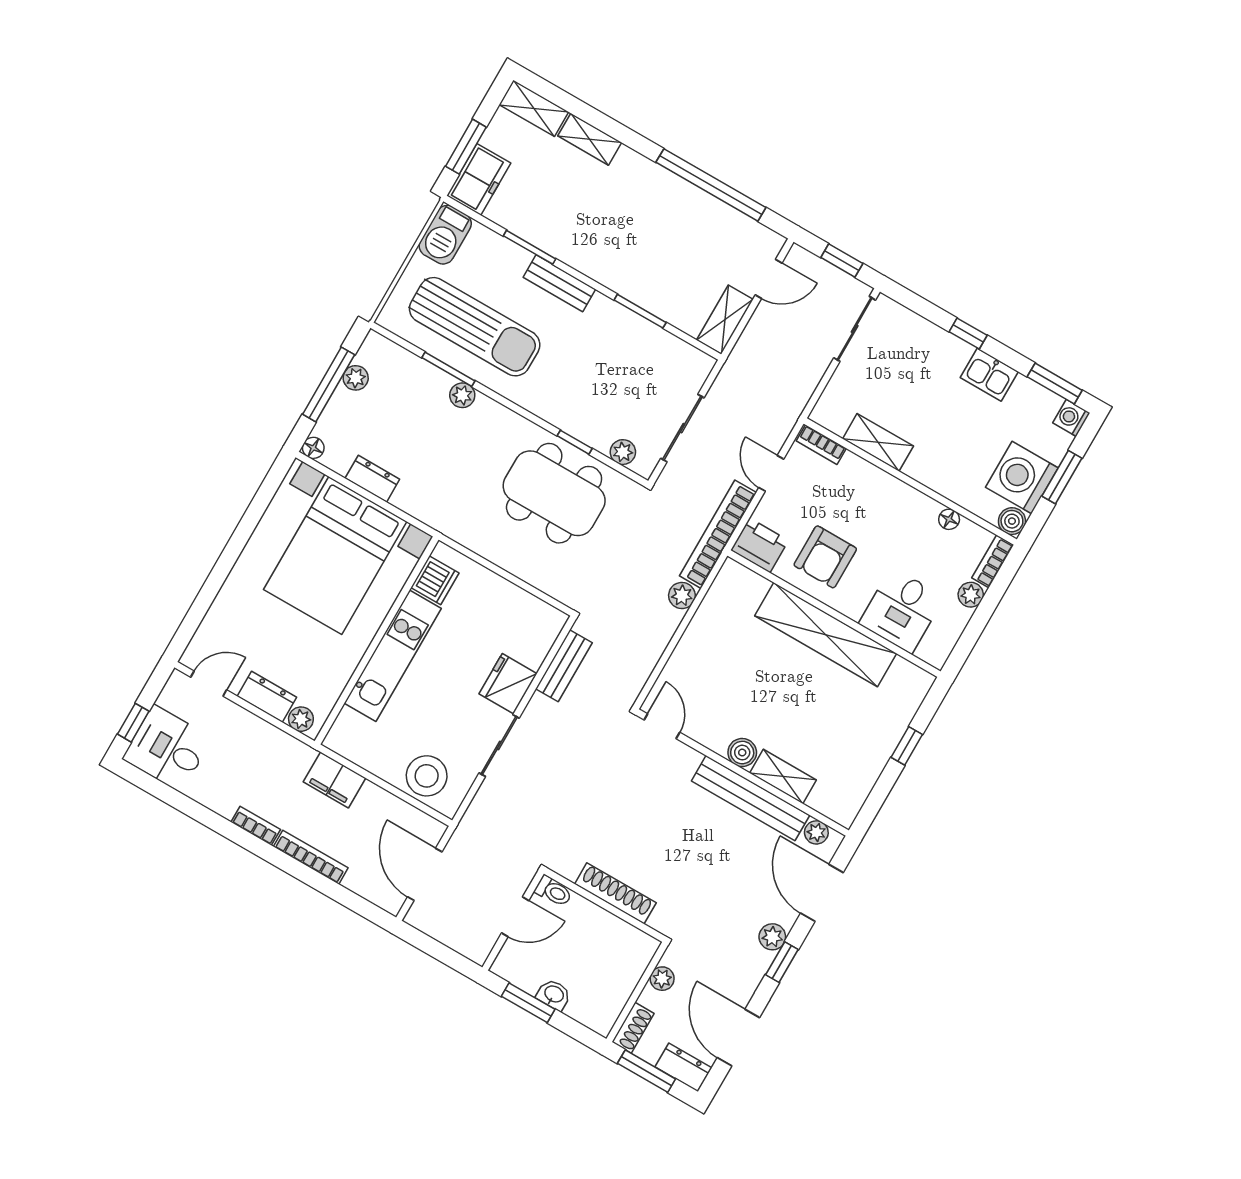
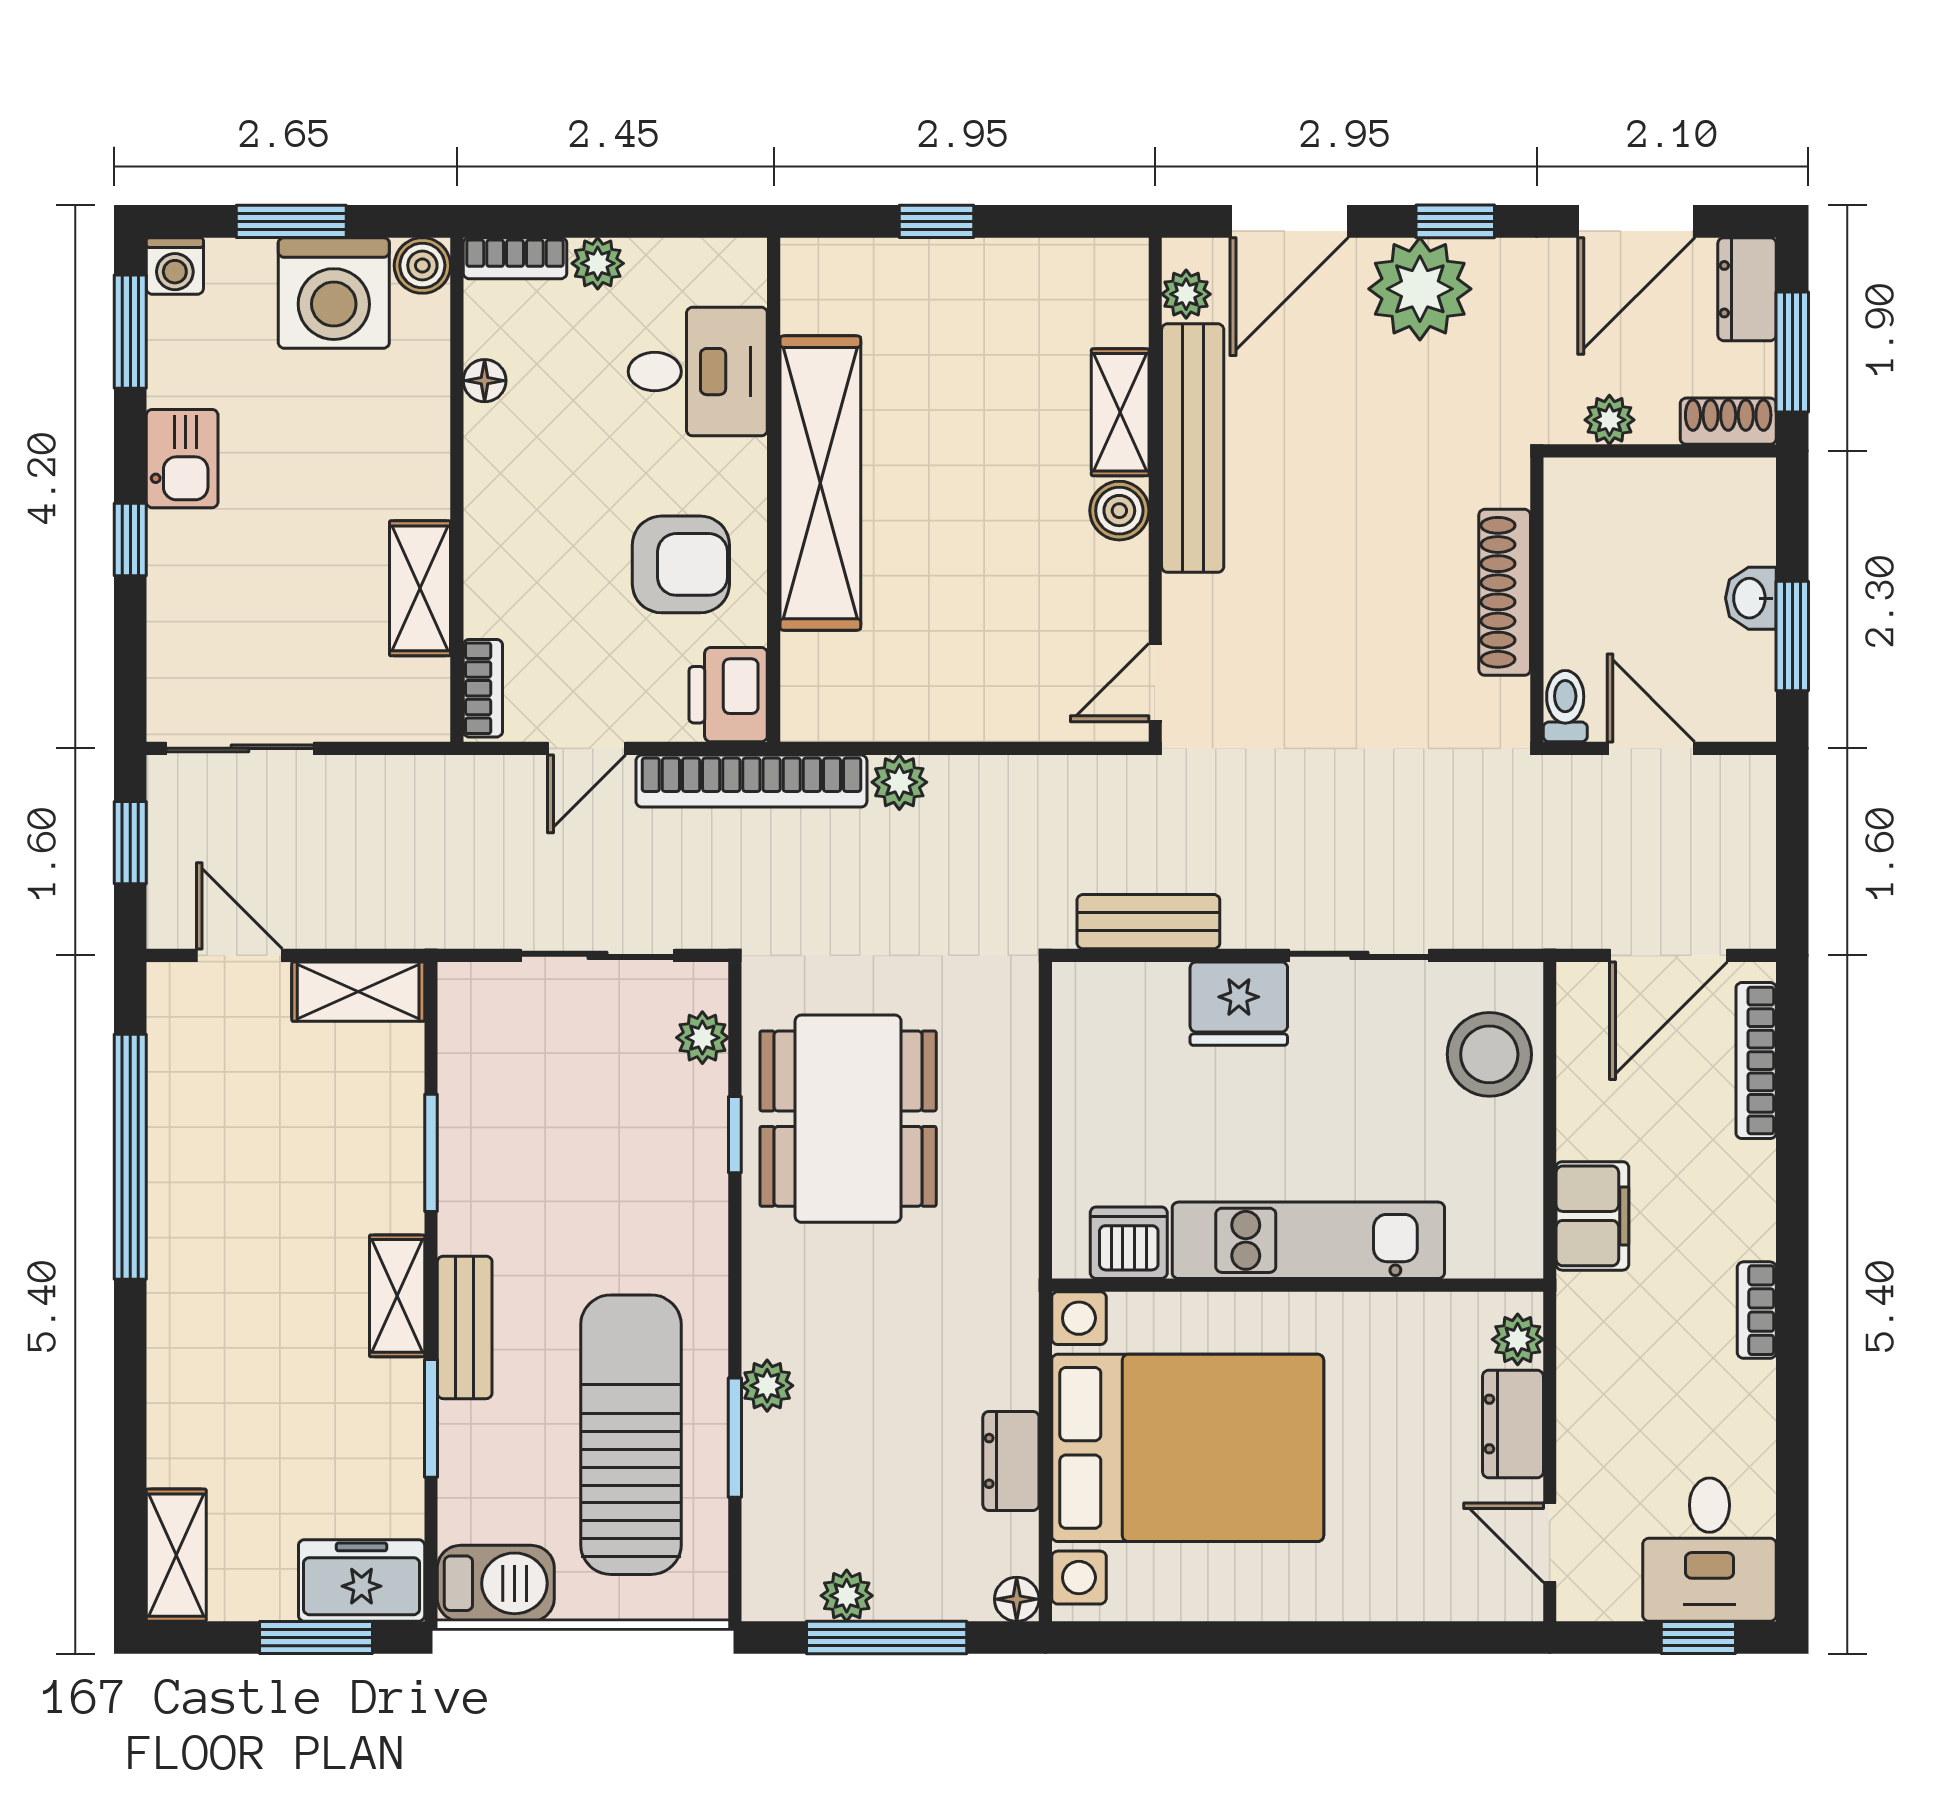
shelving: (590, 139) -> (397, 1296), moved
bookcase: (311, 857) -> (1756, 1061), moved
plant: (772, 937) -> (1420, 289), width x1.88, depth x1.88

